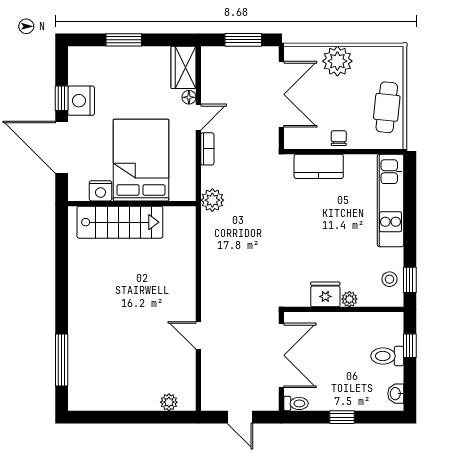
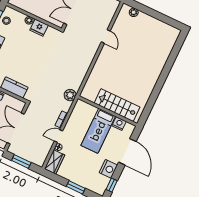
window: (62, 98) -> (112, 185), moved
bed: (141, 160) -> (98, 131), width x0.67
window: (62, 360) -> (173, 55), removed

